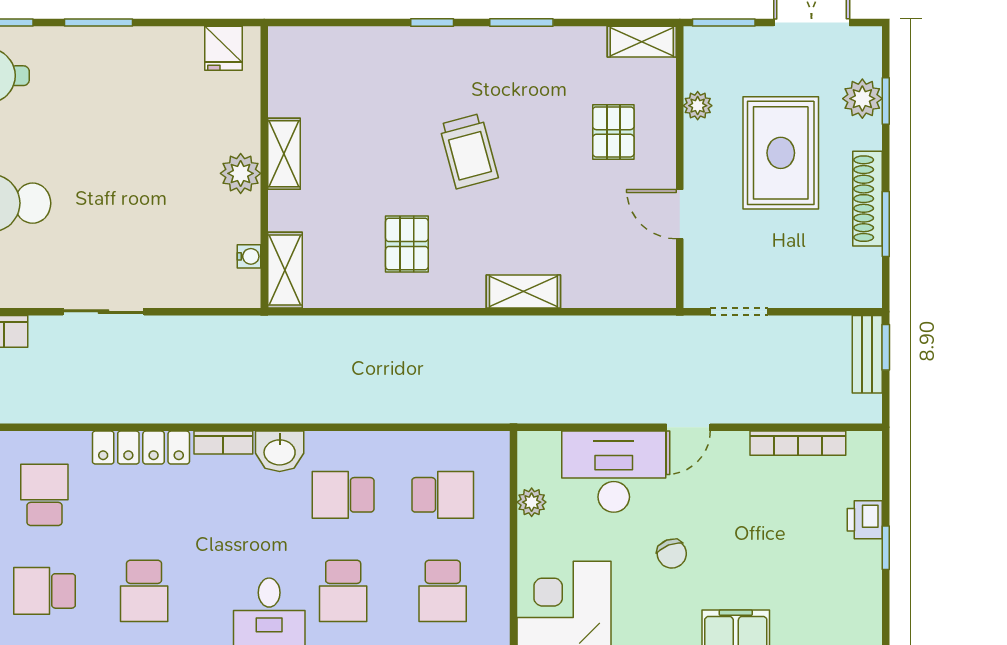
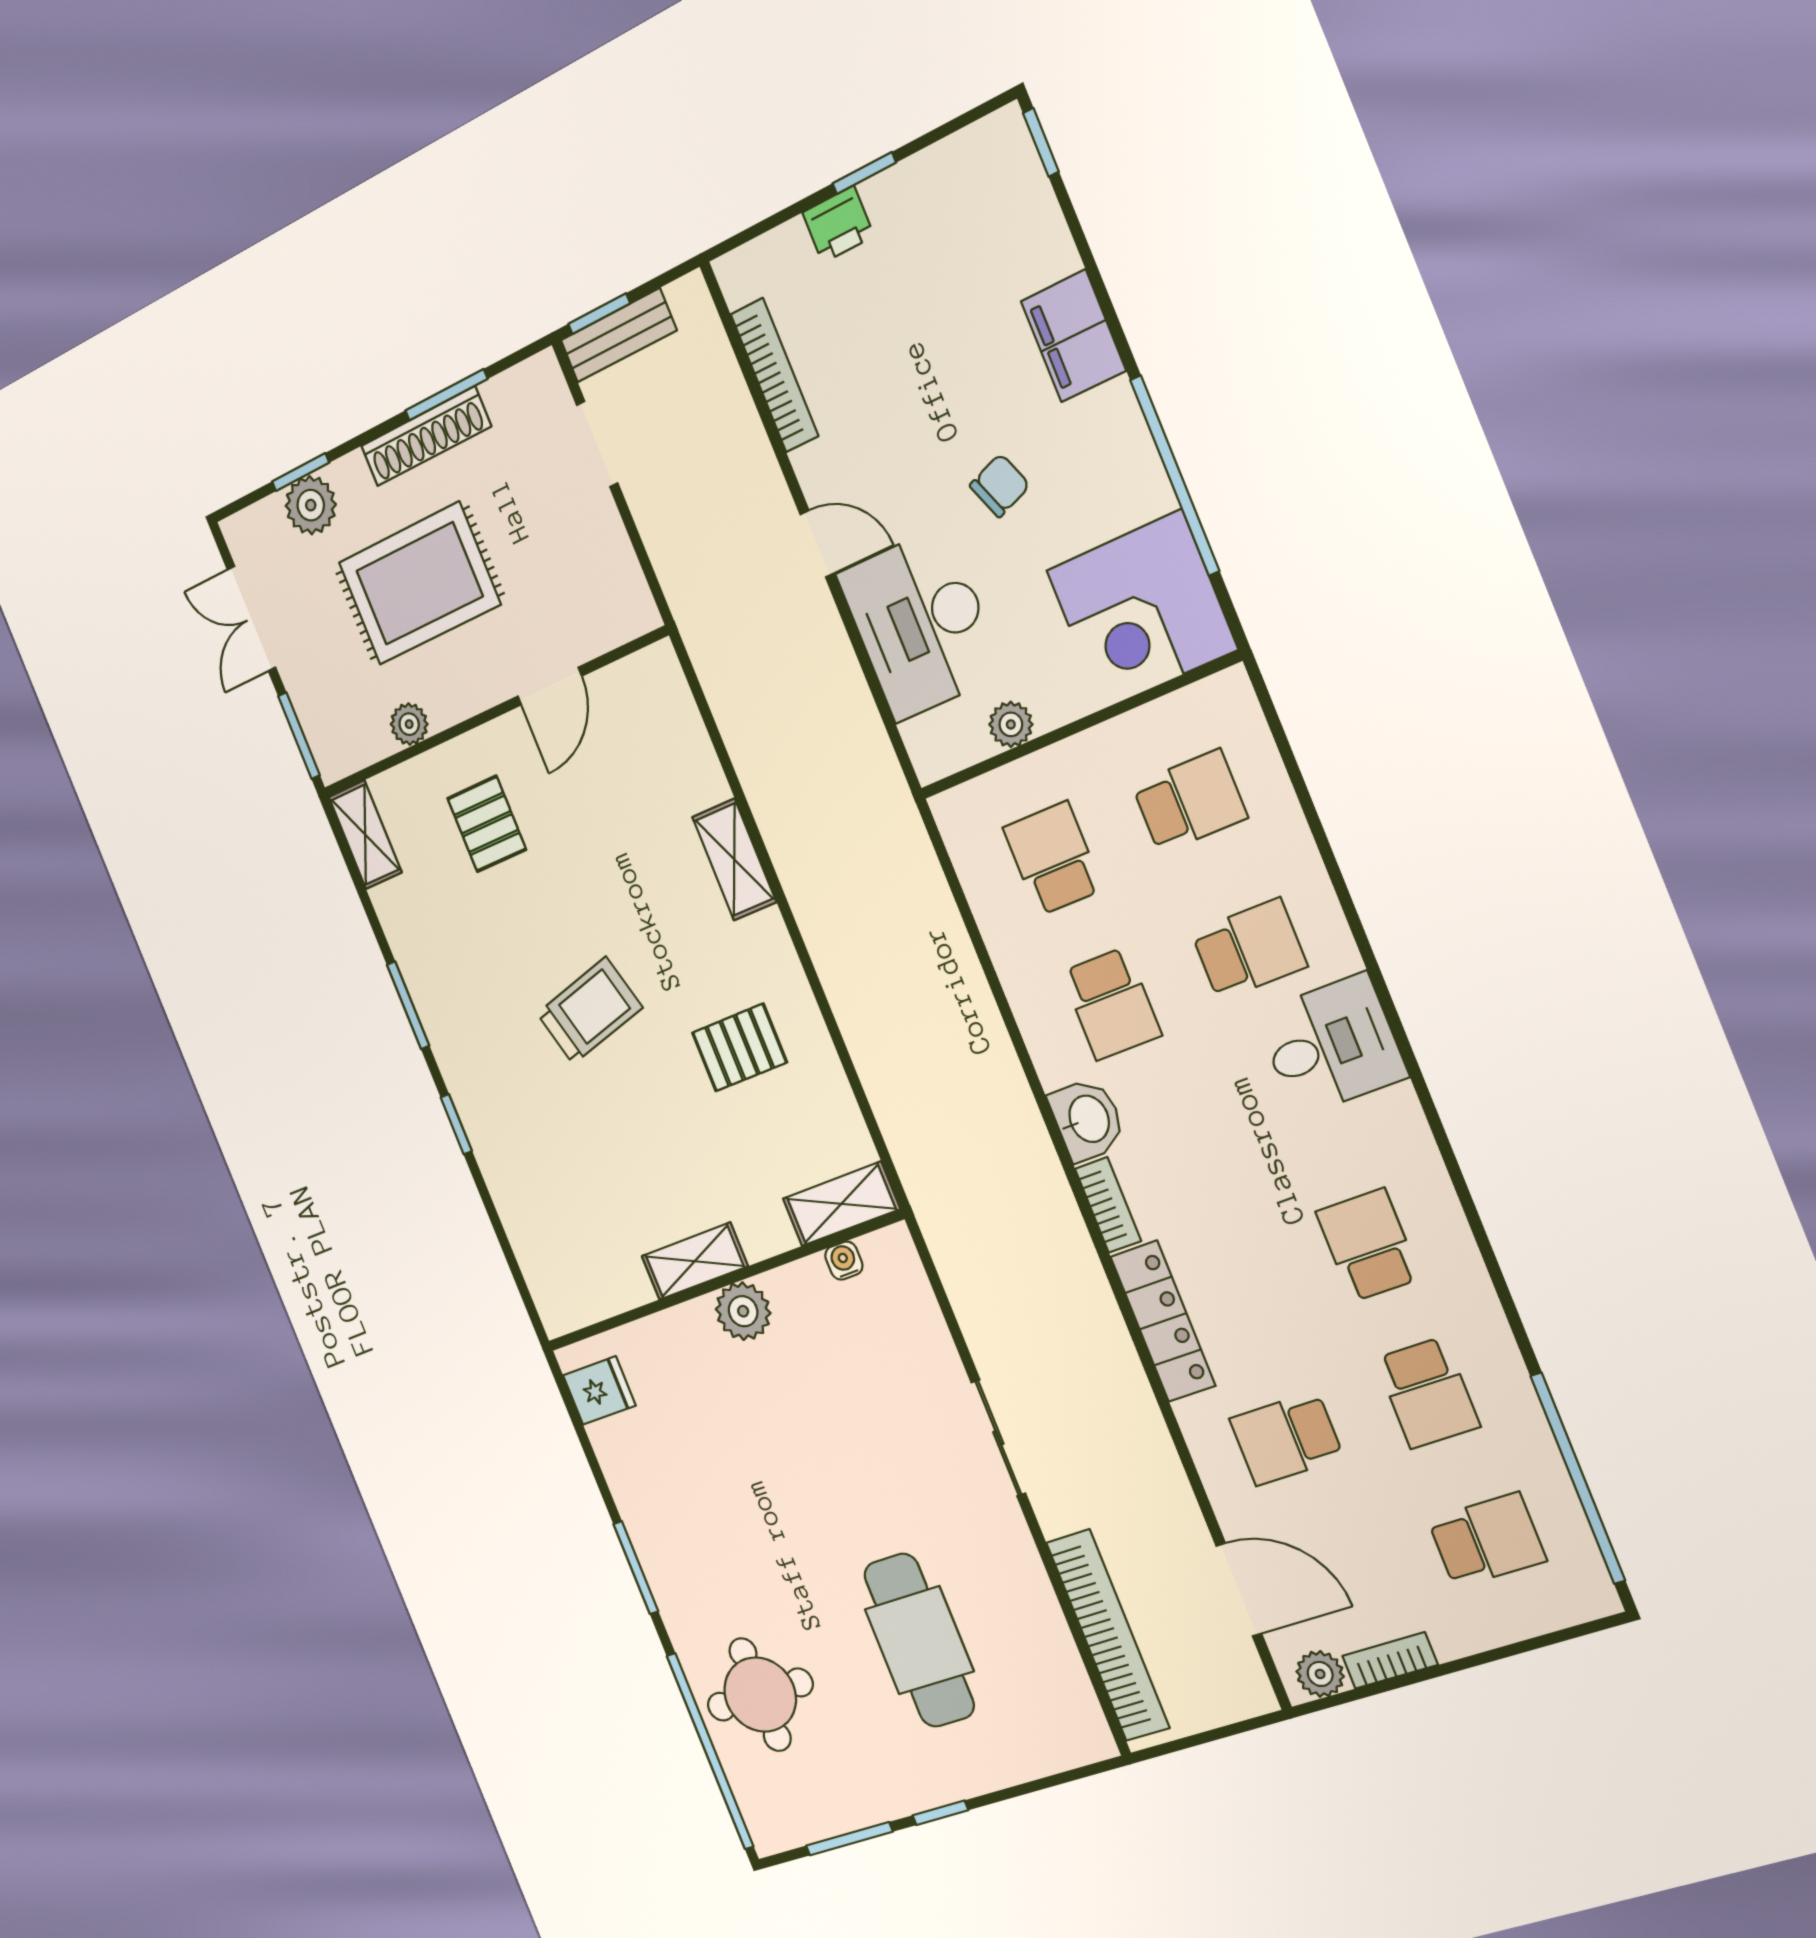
pallet: (613, 132) -> (487, 824), turned 90
doorway: (739, 312) -> (597, 444), moved
school desk: (144, 591) -> (1368, 1245), turned -90

